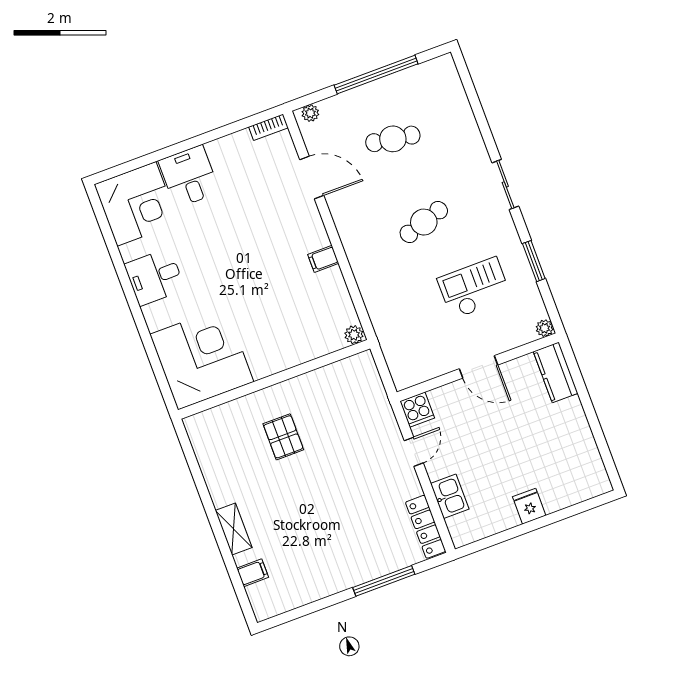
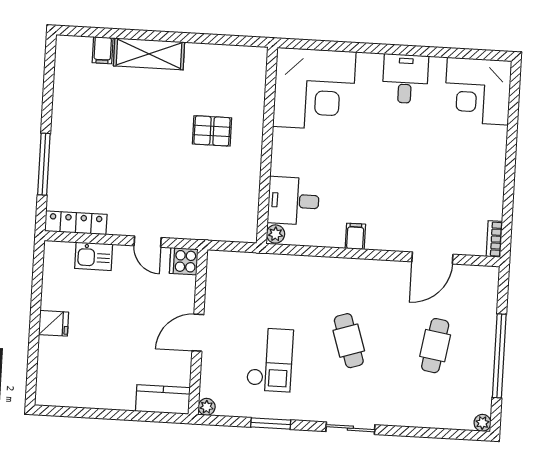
plant: (310, 113) -> (482, 423), moved
desk: (189, 176) -> (293, 201), moved, turned 180
shelving: (234, 529) -> (149, 54), width x1.50, depth x1.33

